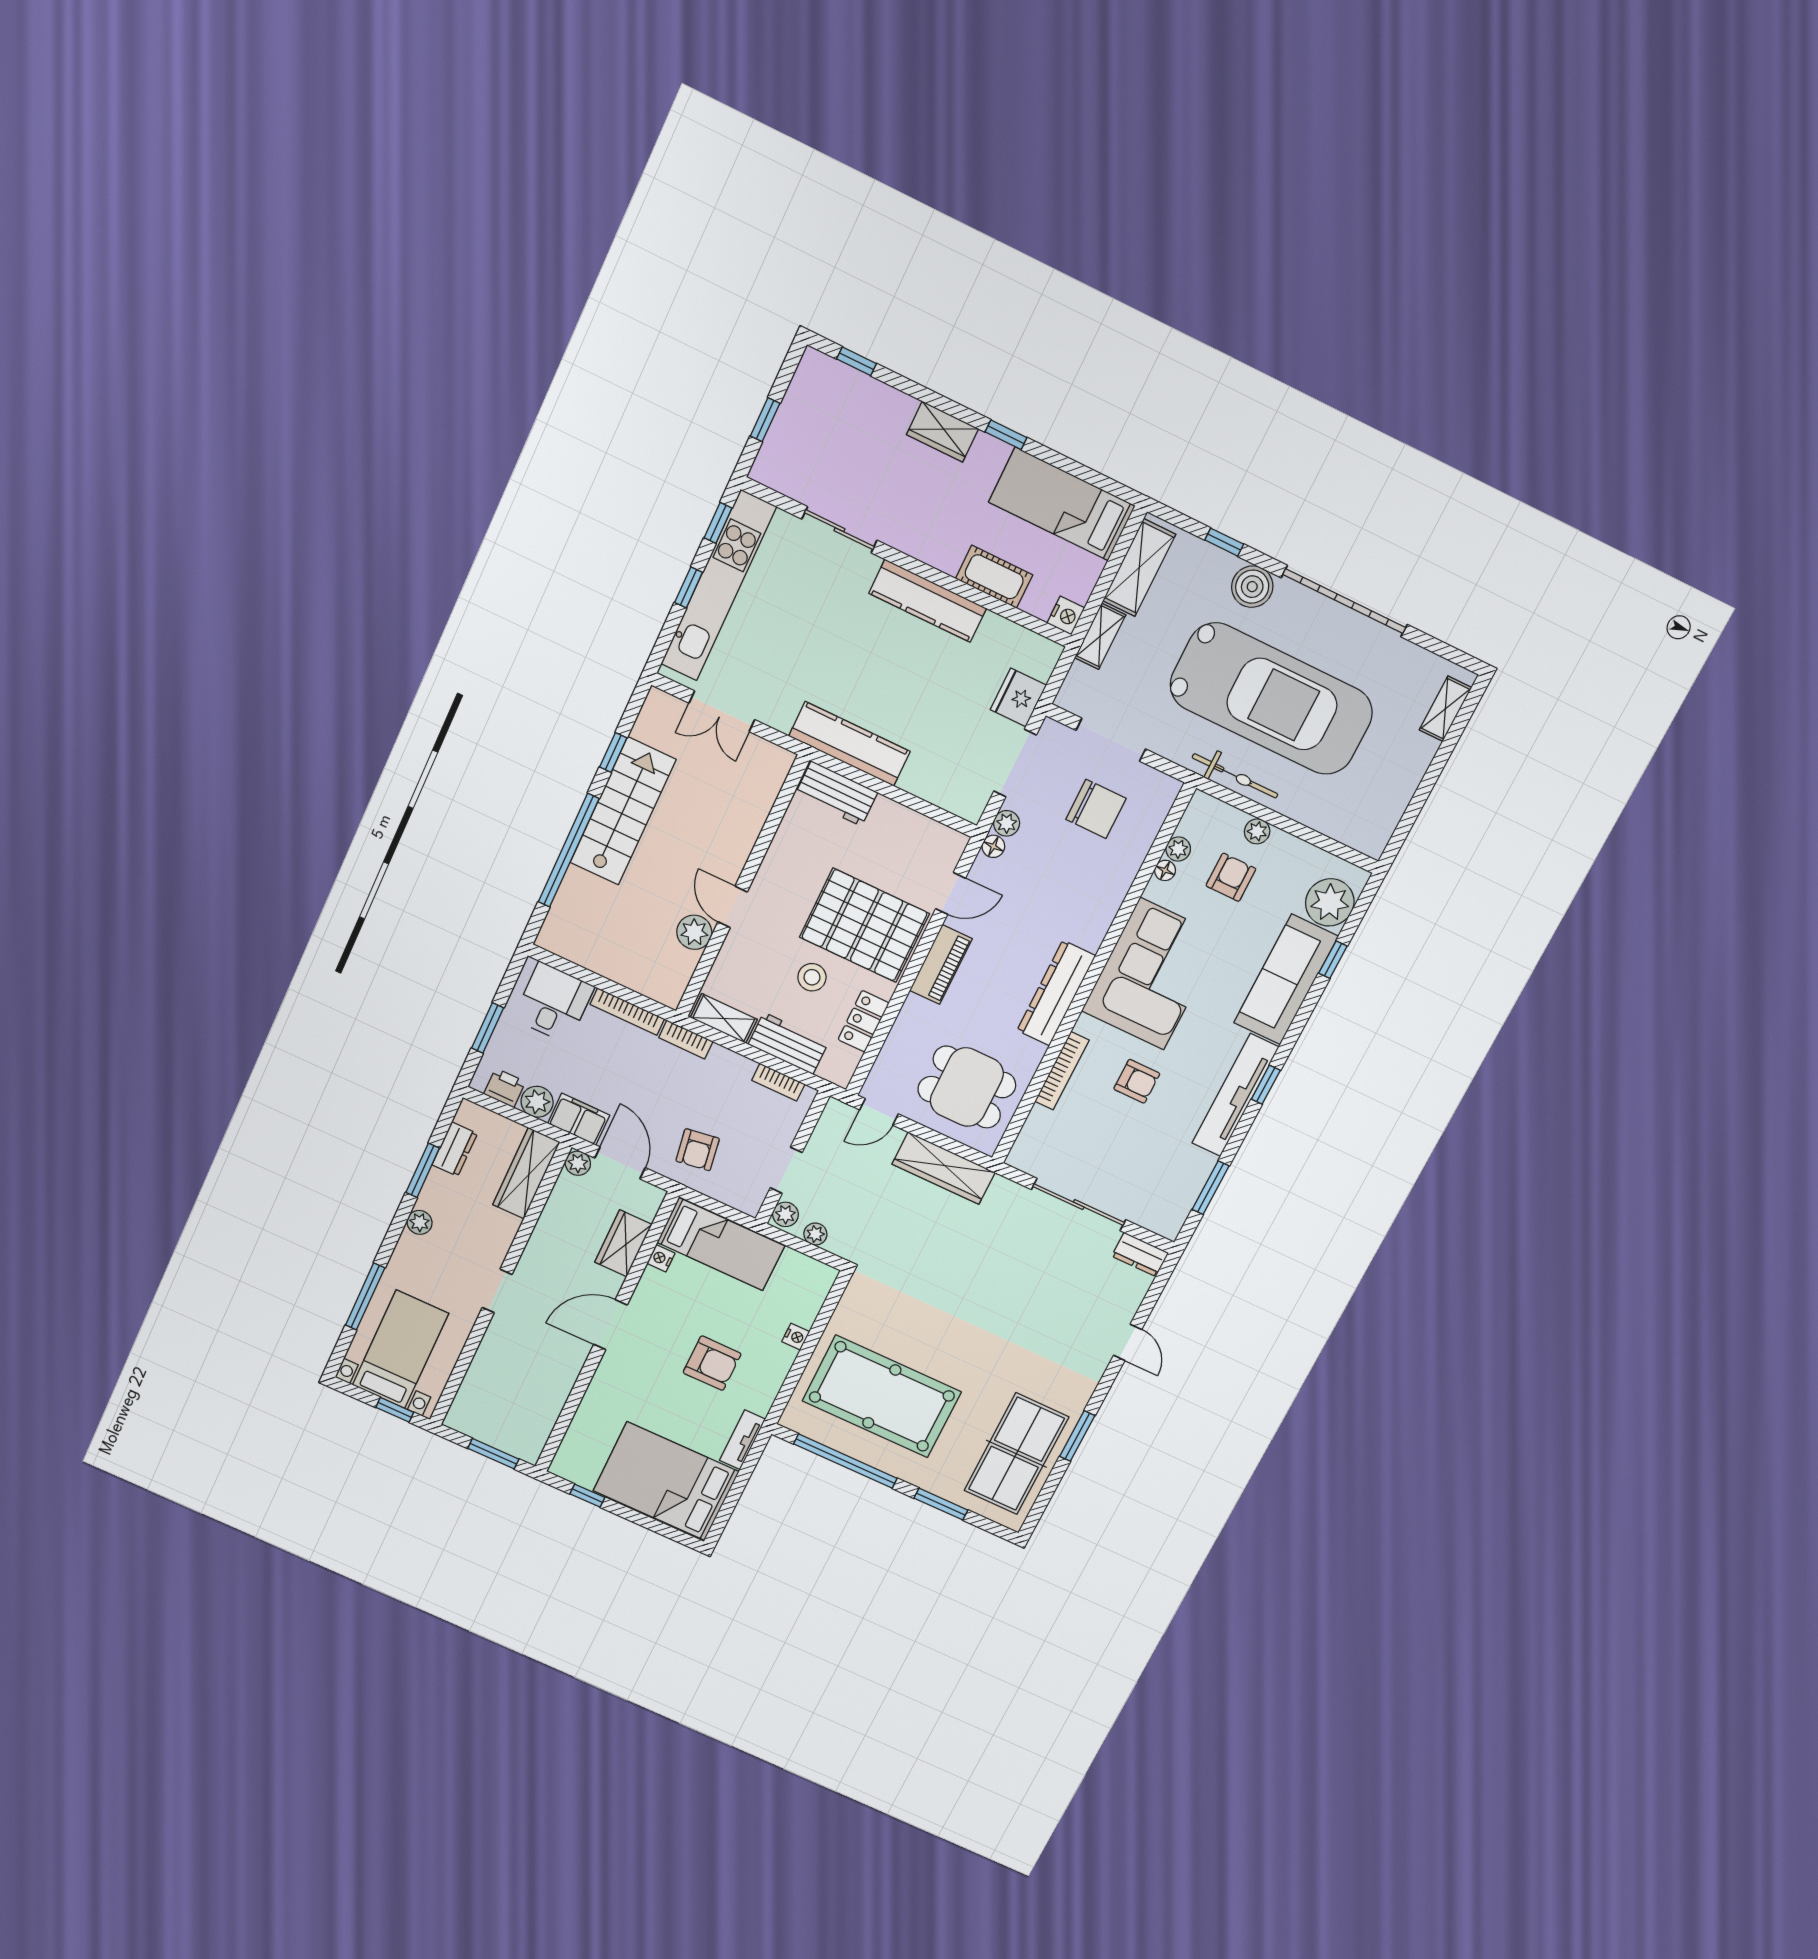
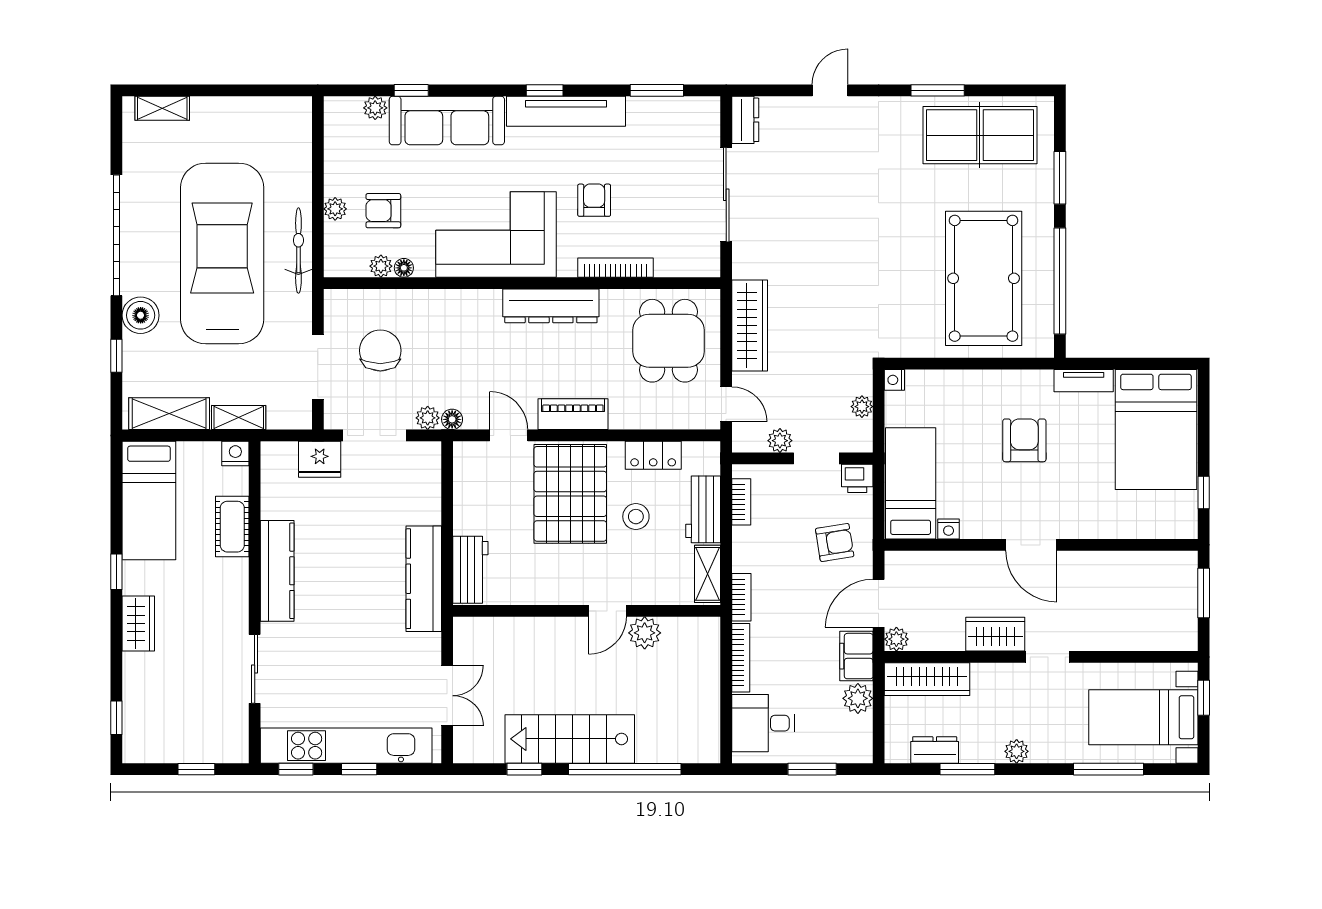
plant: (1330, 902) -> (375, 108), width x0.53, depth x0.53
printer: (505, 1088) -> (857, 478), moved, turned -90
plant: (785, 1214) -> (780, 441), moved
wardrobe: (623, 1243) -> (995, 634), moved, turned 180
nightstand: (796, 1337) -> (894, 380), moved, turned -90

